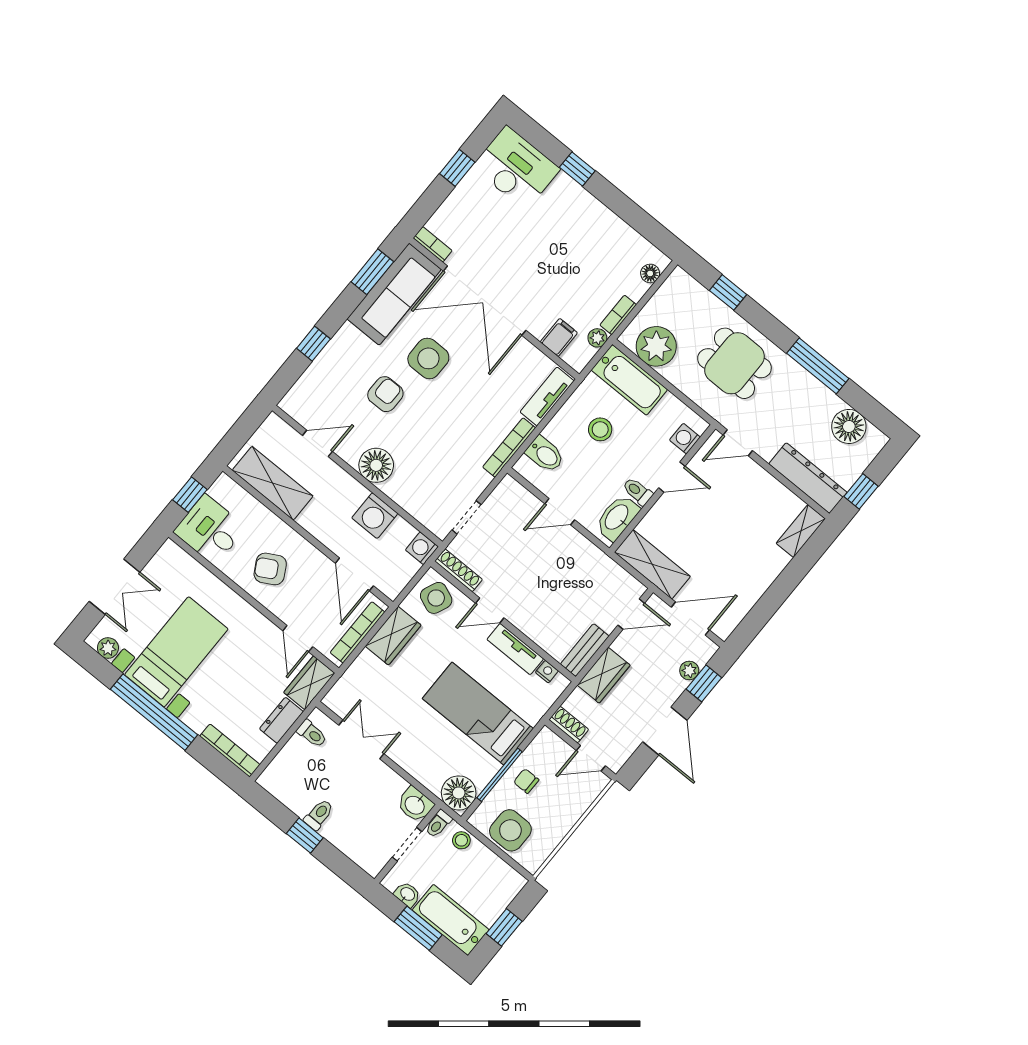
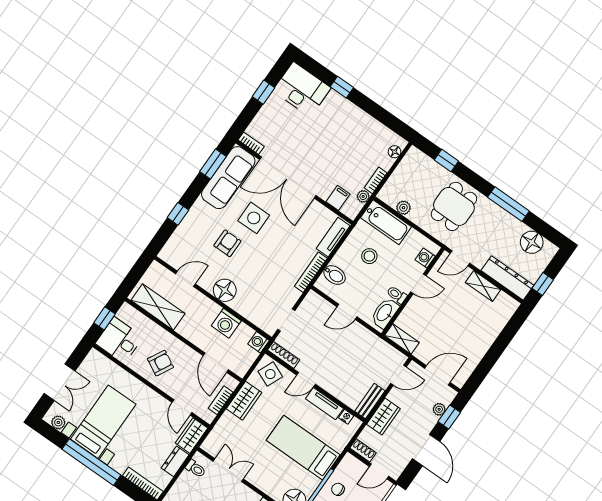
plant: (656, 346) -> (403, 208), width x0.53, depth x0.53
dining table: (734, 363) -> (454, 206), turned 90
shelving: (801, 531) -> (483, 286), moved, turned 90
shelving: (652, 564) -> (402, 339), width x0.67, depth x0.75
armchair: (270, 569) -> (160, 363), turned 147
bookcase: (357, 632) -> (221, 400), width x0.64

